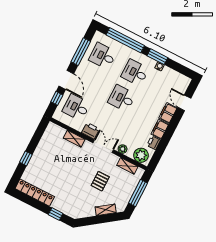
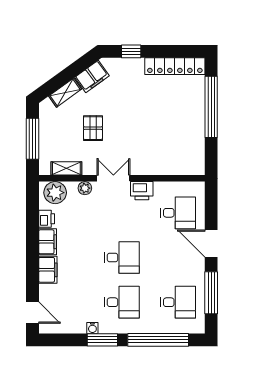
window: (57, 98) -> (211, 211), removed
door: (184, 103) -> (32, 313), moved
shelving: (74, 139) -> (159, 168), removed
double door: (103, 146) -> (113, 178), swing flipped
window: (26, 158) -> (211, 107), width x3.17
filing cabinet: (85, 211) -> (92, 76), added

